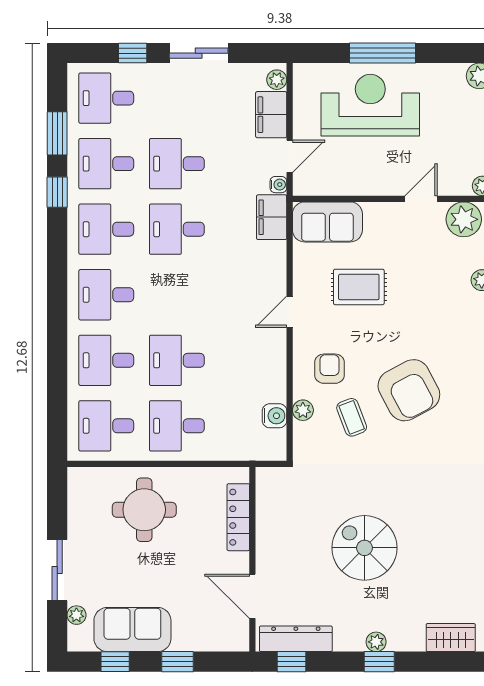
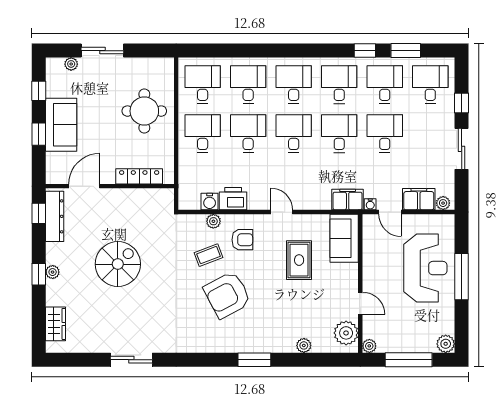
desk: (177, 295) -> (294, 134), added
printer: (270, 382) -> (233, 199), added
sofa: (132, 630) -> (61, 125), moved

